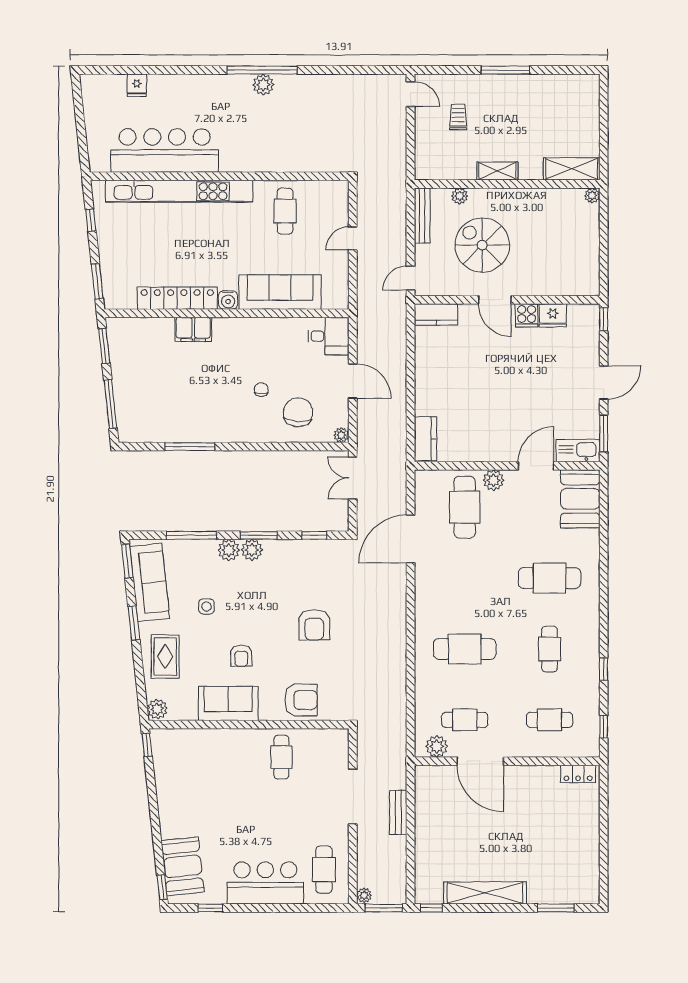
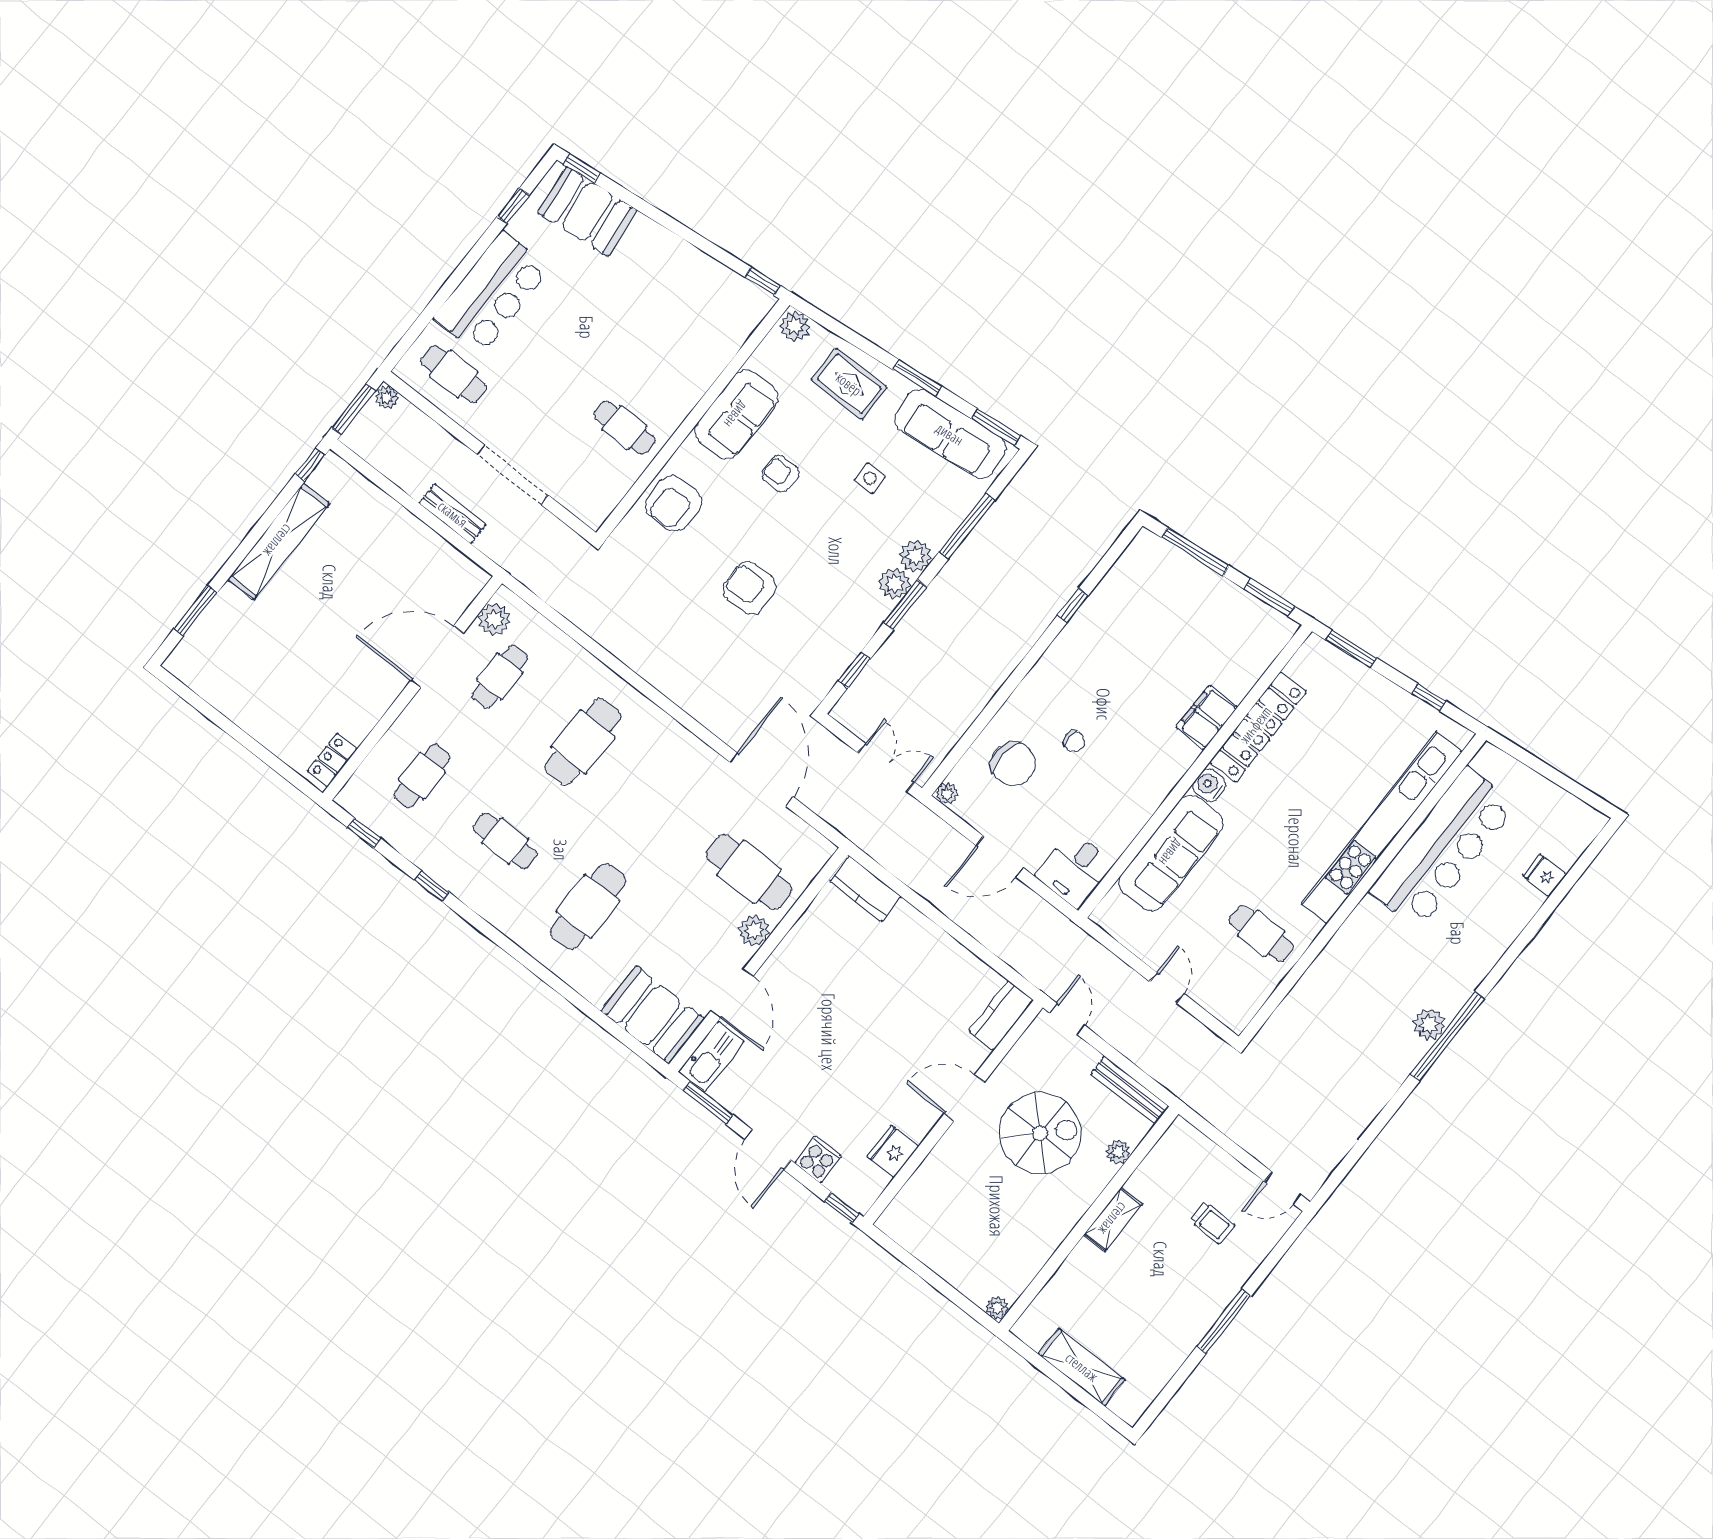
shelving: (572, 169) -> (1082, 1367), moved, turned 90
cooker: (527, 315) -> (818, 1160), moved, turned 90
window: (190, 447) -> (1073, 605), width x0.46

